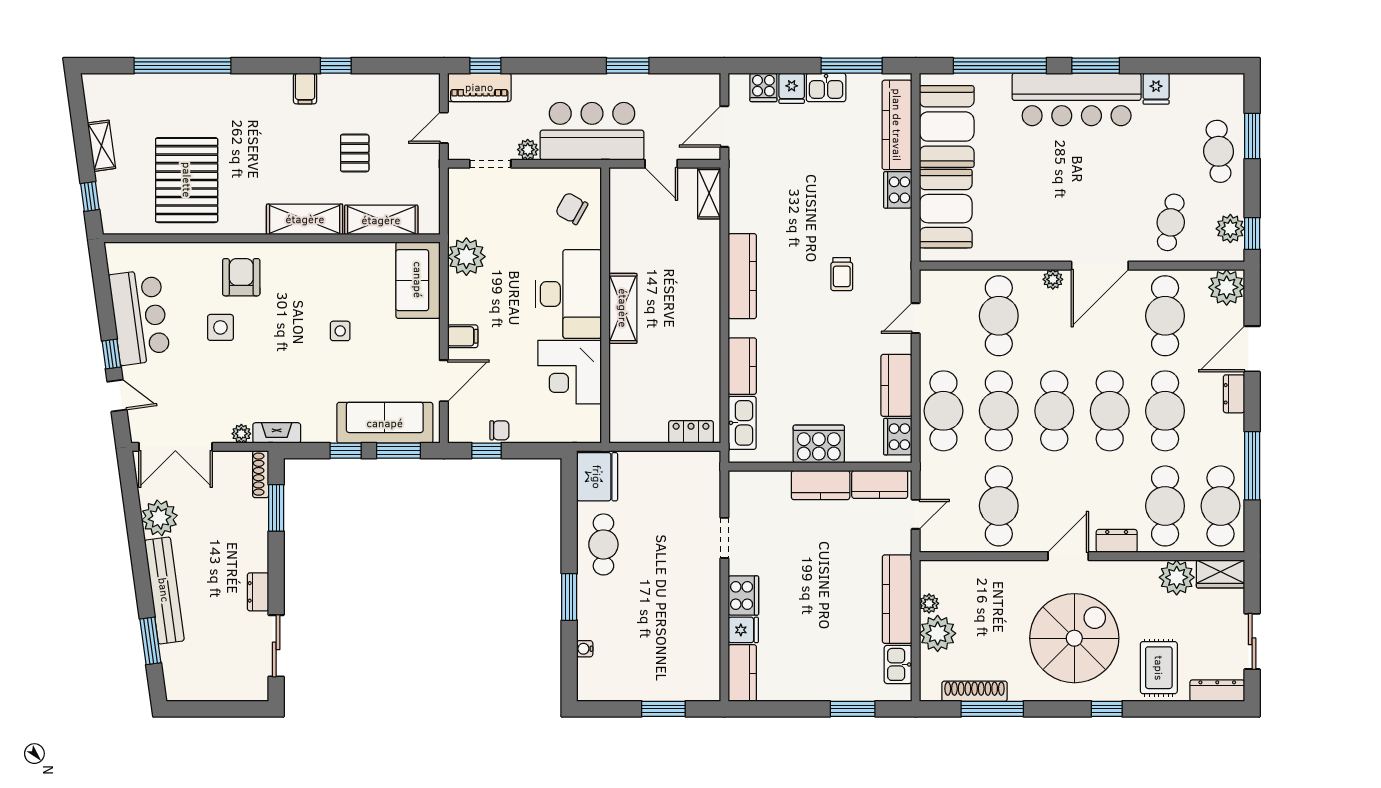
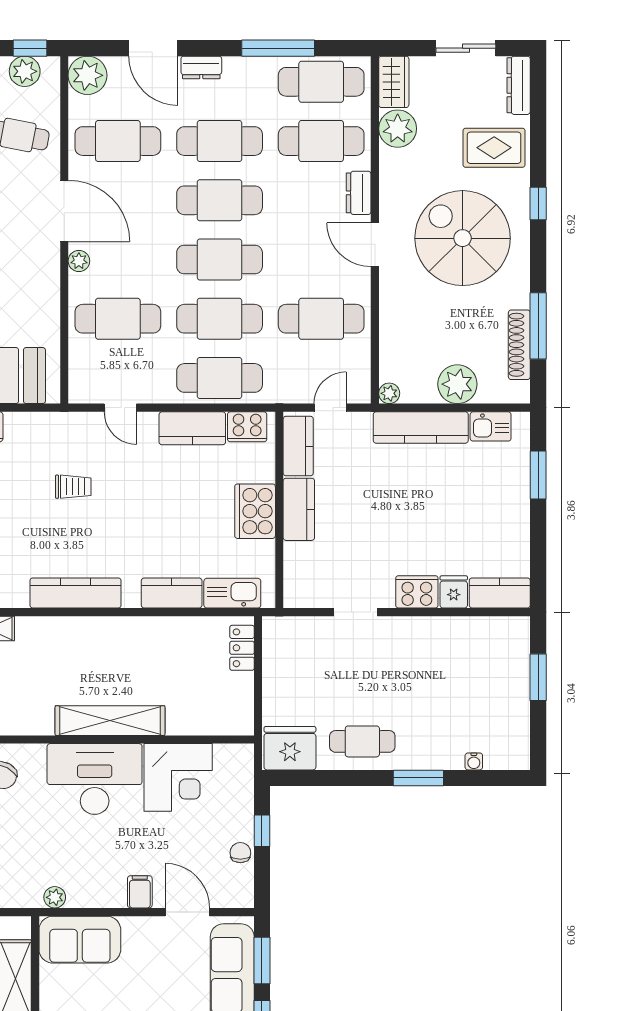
plant: (466, 257) -> (55, 897), width x0.53, depth x0.53
shelving: (623, 308) -> (110, 721), width x1.47
window: (486, 451) -> (262, 831), moved
door: (916, 514) -> (330, 408), hinge flipped
plant: (929, 603) -> (389, 393), moved

